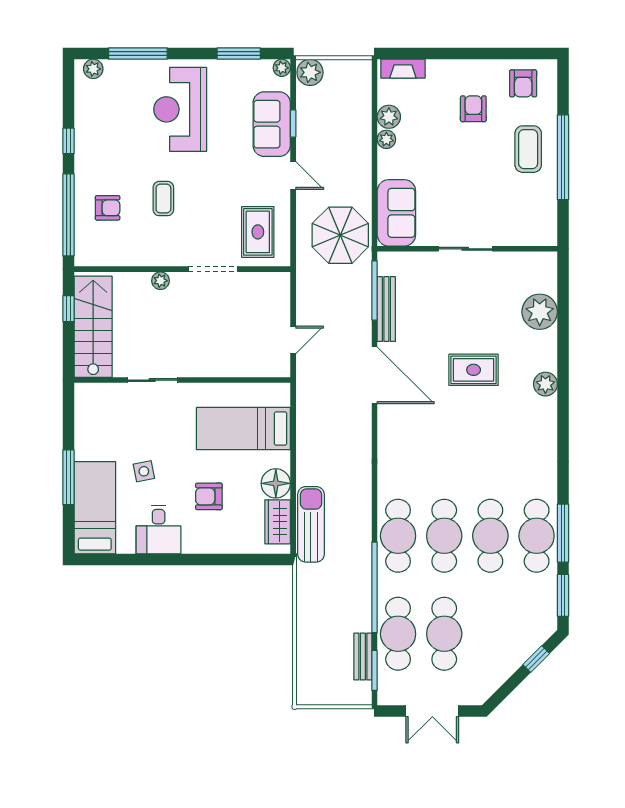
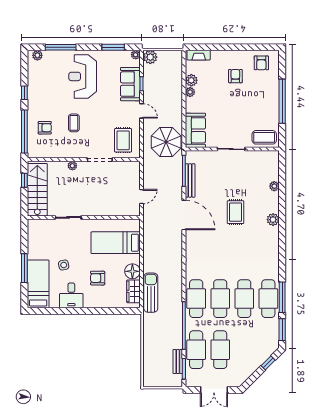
coffee table: (528, 149) -> (264, 137), moved, turned 90
plant: (540, 312) -> (274, 186), width x0.53, depth x0.53
rug: (474, 370) -> (236, 212), turned 90

